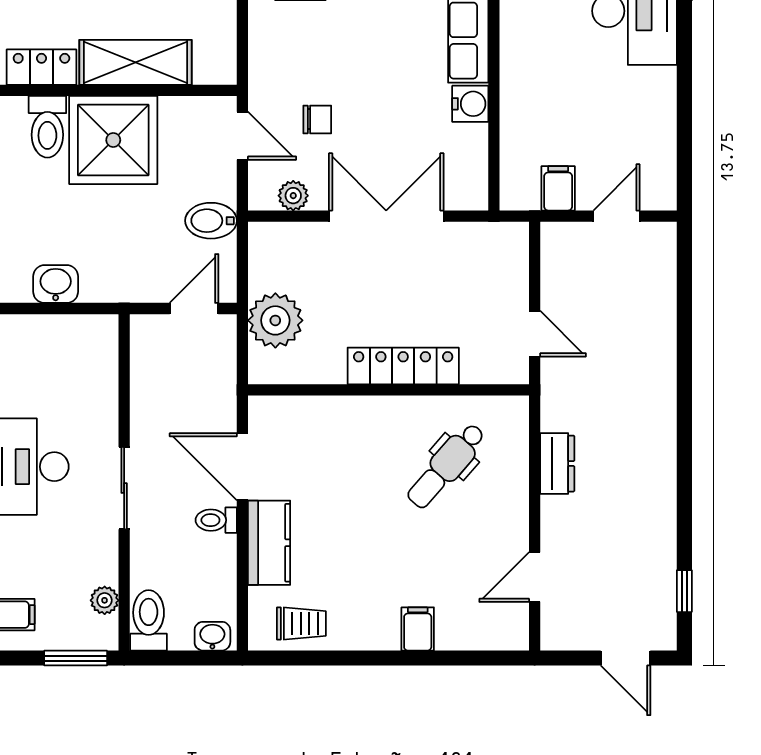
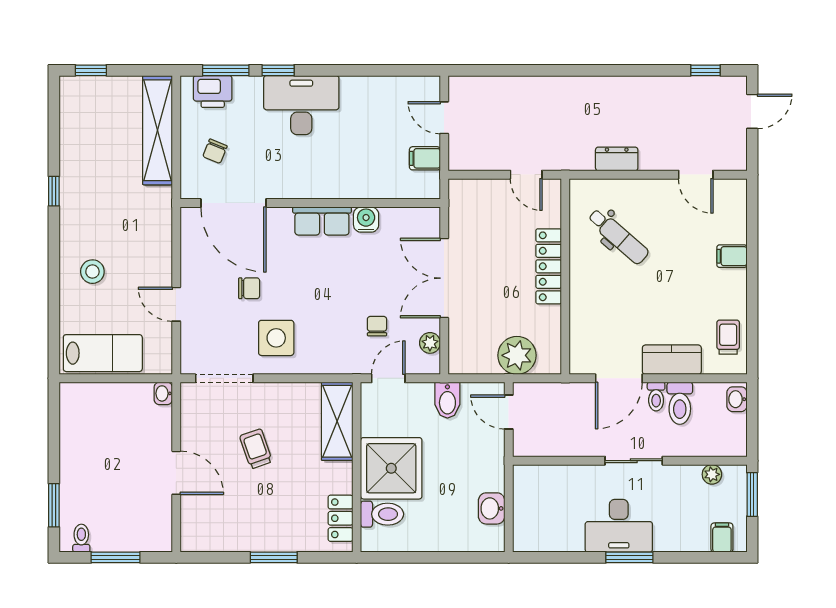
shelving: (135, 62) -> (337, 421), moved
door: (535, 334) -> (526, 175), swing flipped
toilet: (149, 620) -> (680, 403), moved, turned -90

